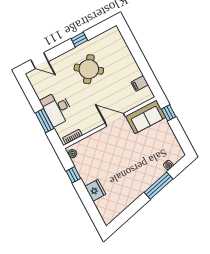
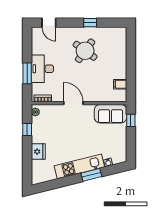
door: (115, 120) -> (73, 103), moved
kitchen unit: (143, 184) -> (79, 166), added
window: (158, 186) -> (91, 175), width x0.69

